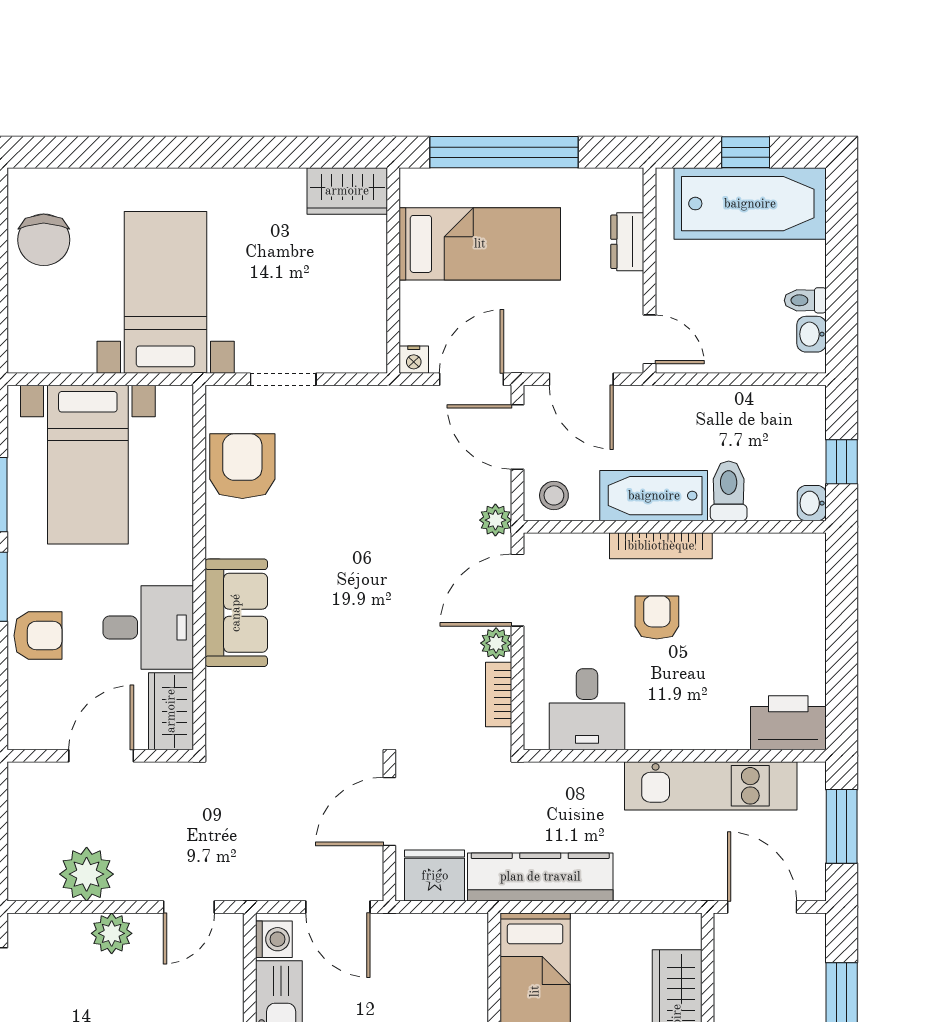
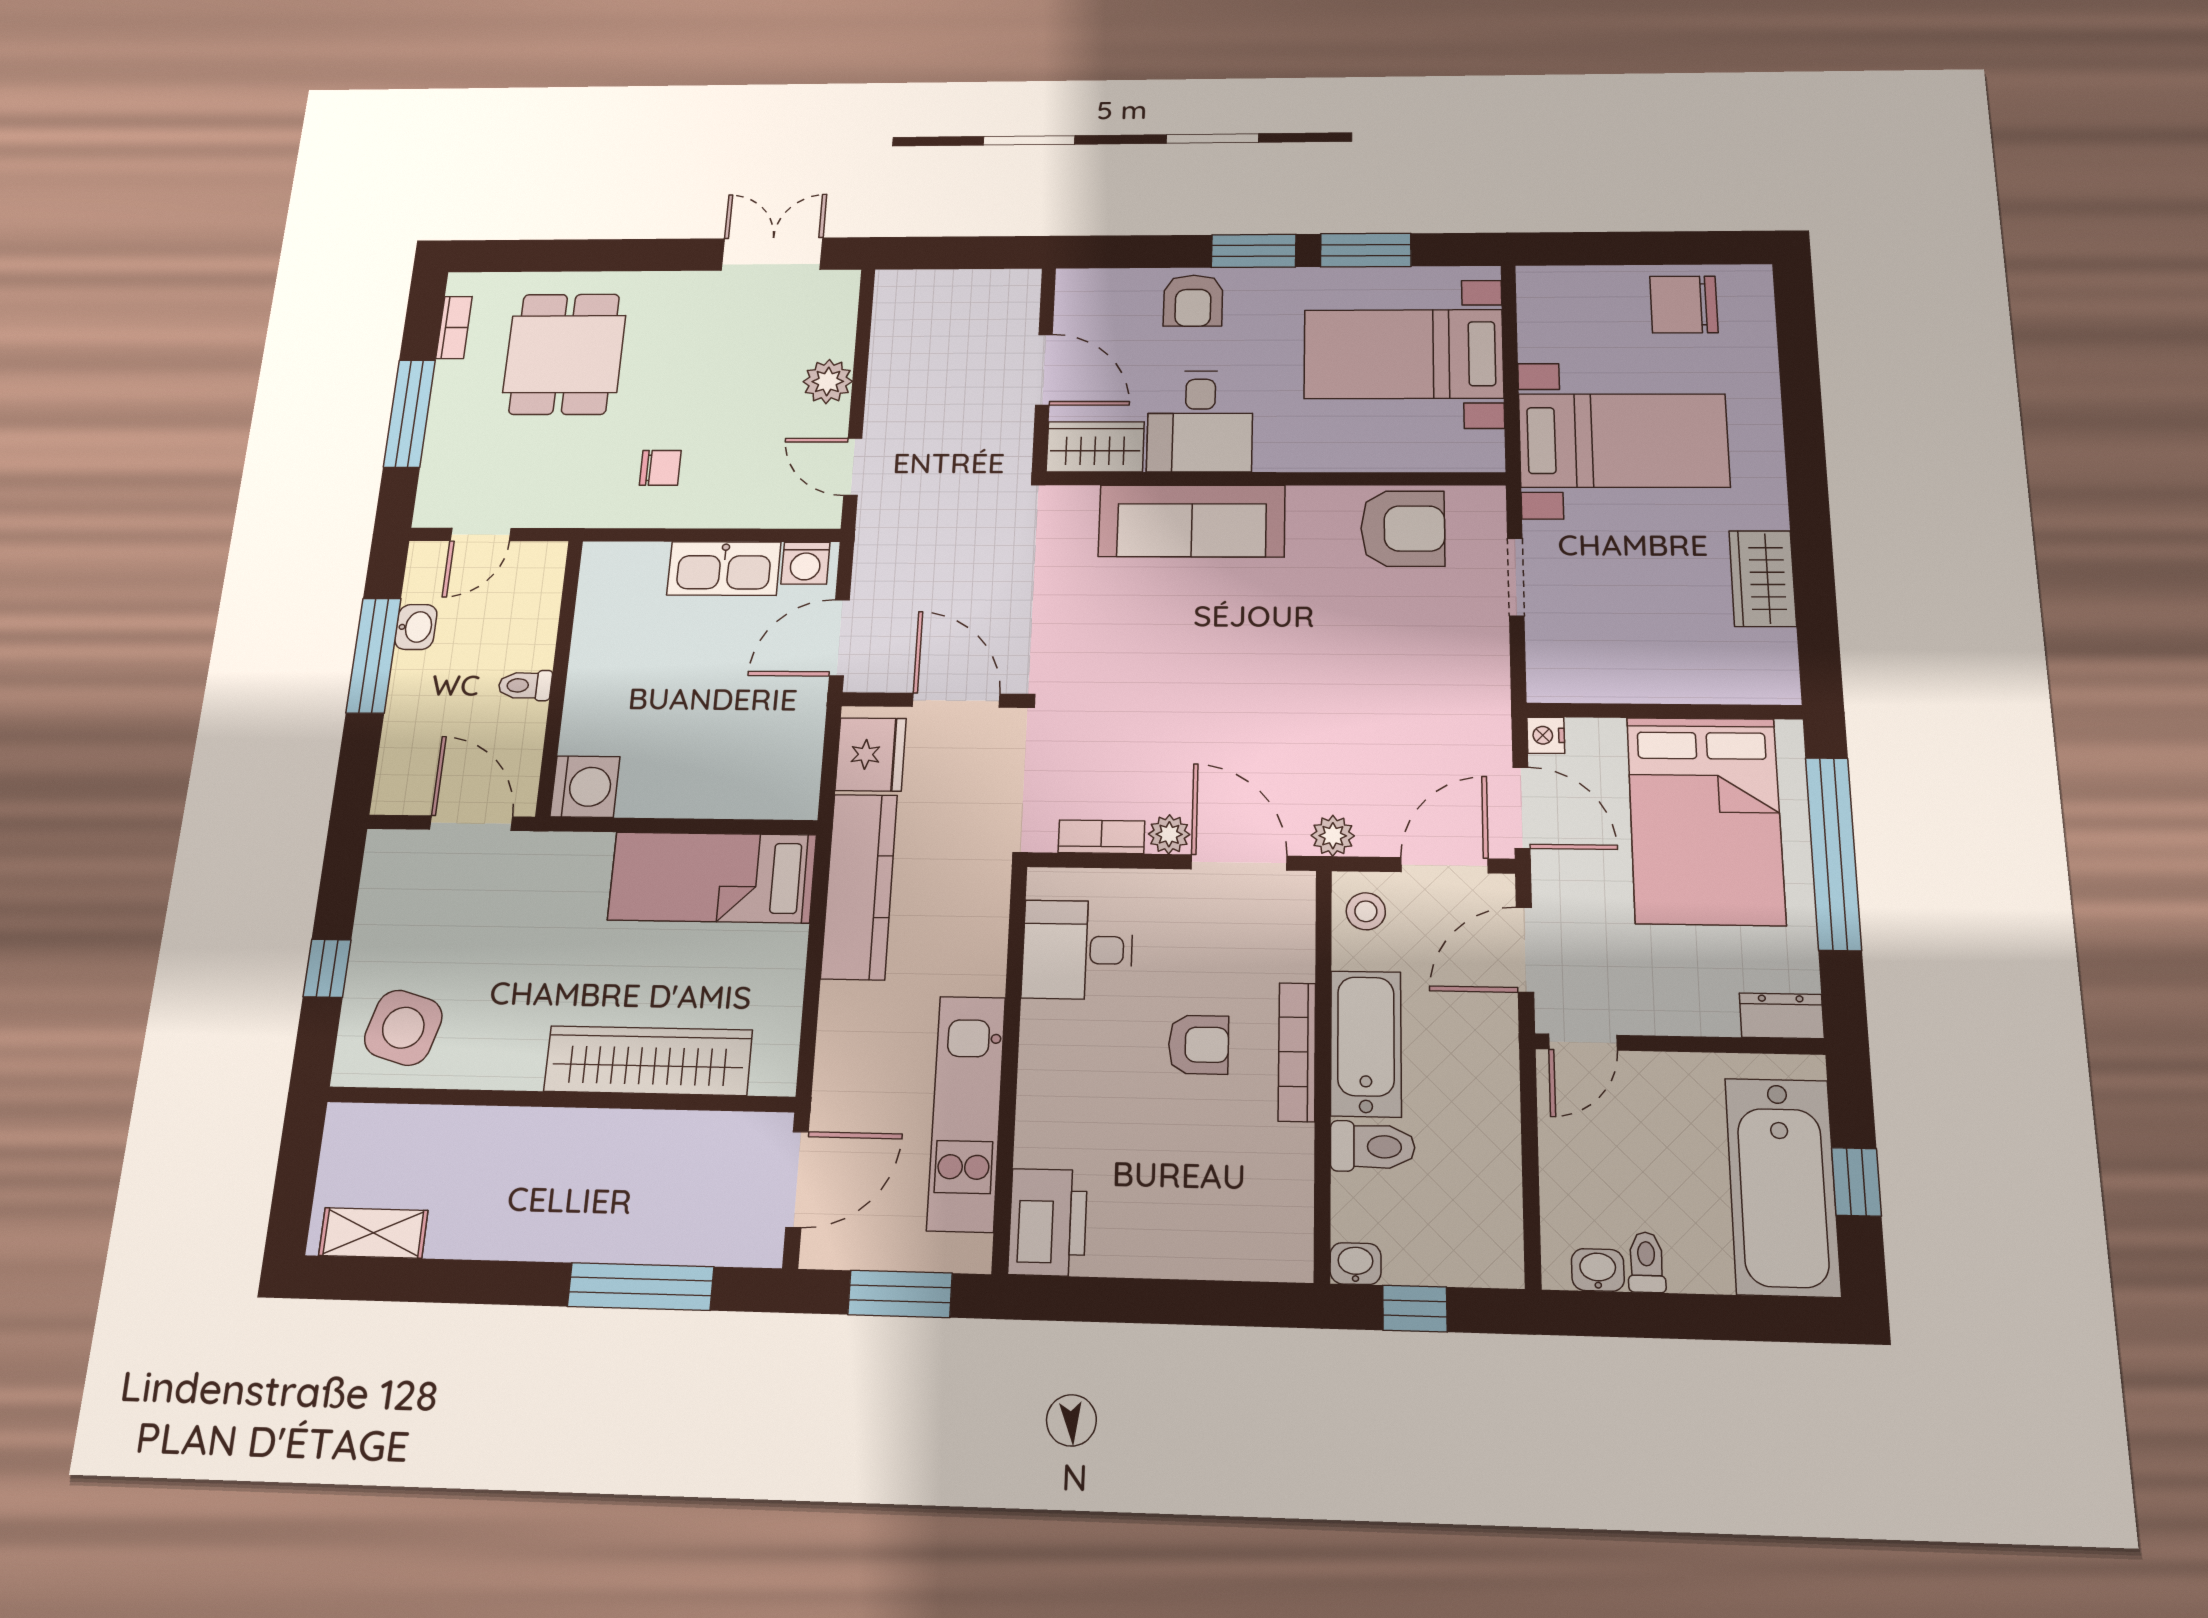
wardrobe: (347, 191) -> (1763, 578), moved
dresser: (627, 242) -> (1782, 1016), moved
bed: (480, 244) -> (1705, 820), width x1.50
sofa: (236, 613) -> (1192, 521), width x1.36
plant: (87, 874) -> (901, 354), removed

